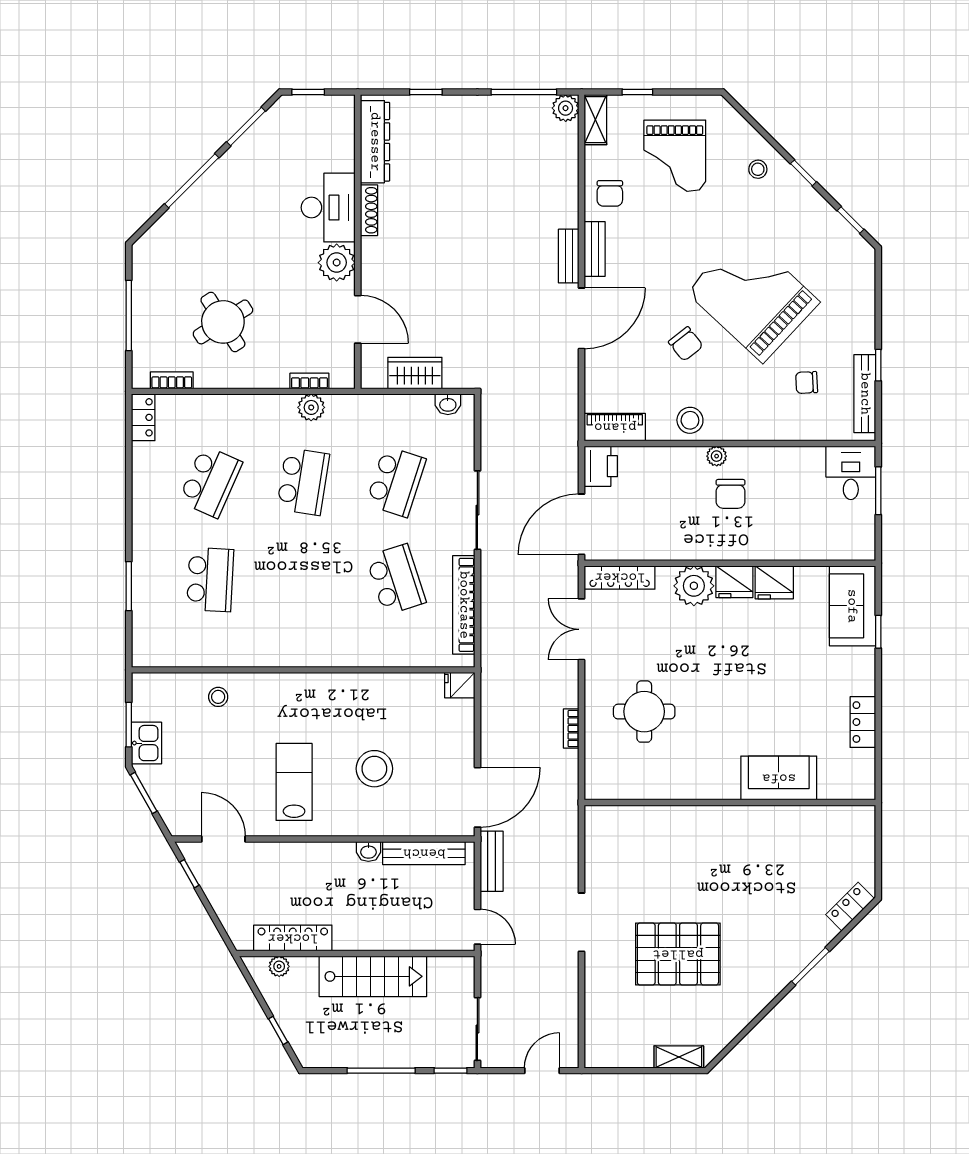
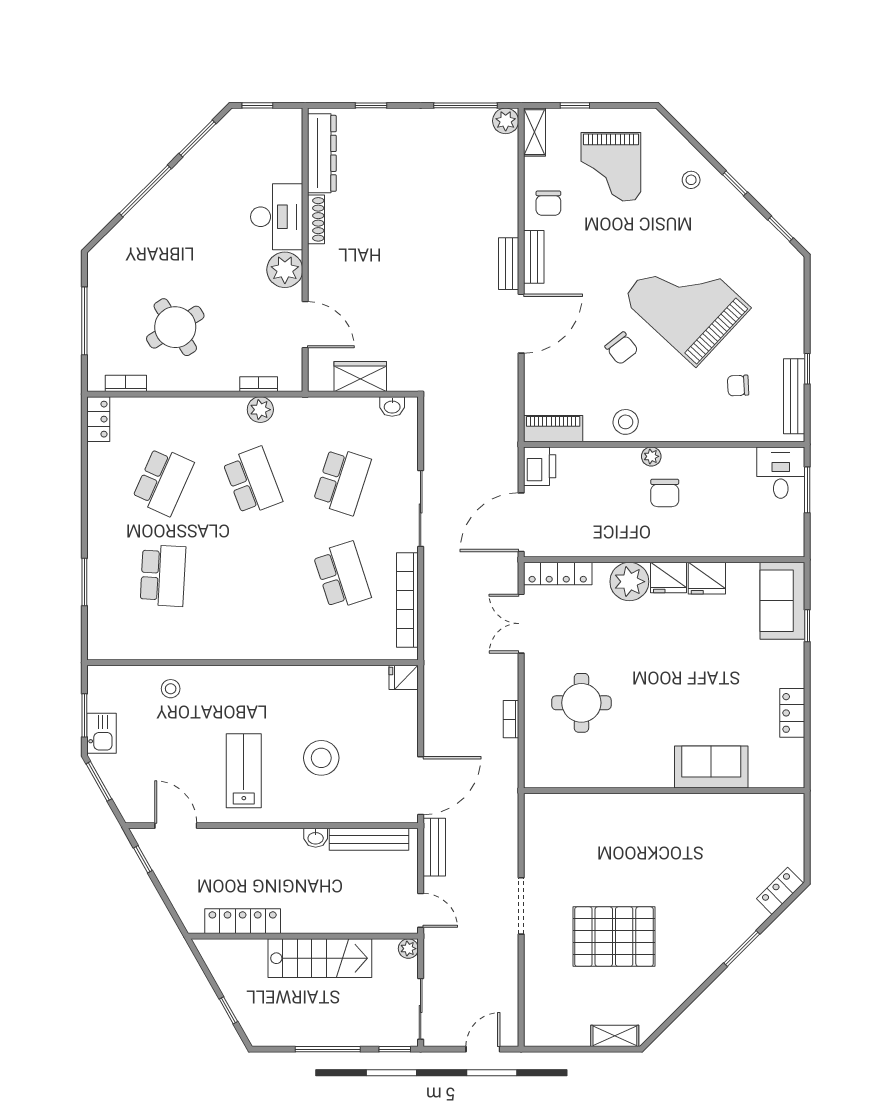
school desk: (303, 482) -> (253, 481), turned -30
plant: (279, 966) -> (408, 949), moved

